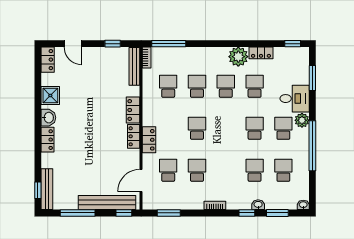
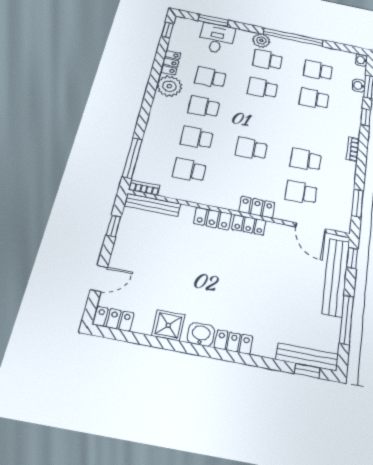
desk: (295, 99) -> (217, 38), moved
washbasin: (258, 205) -> (359, 86), moved

